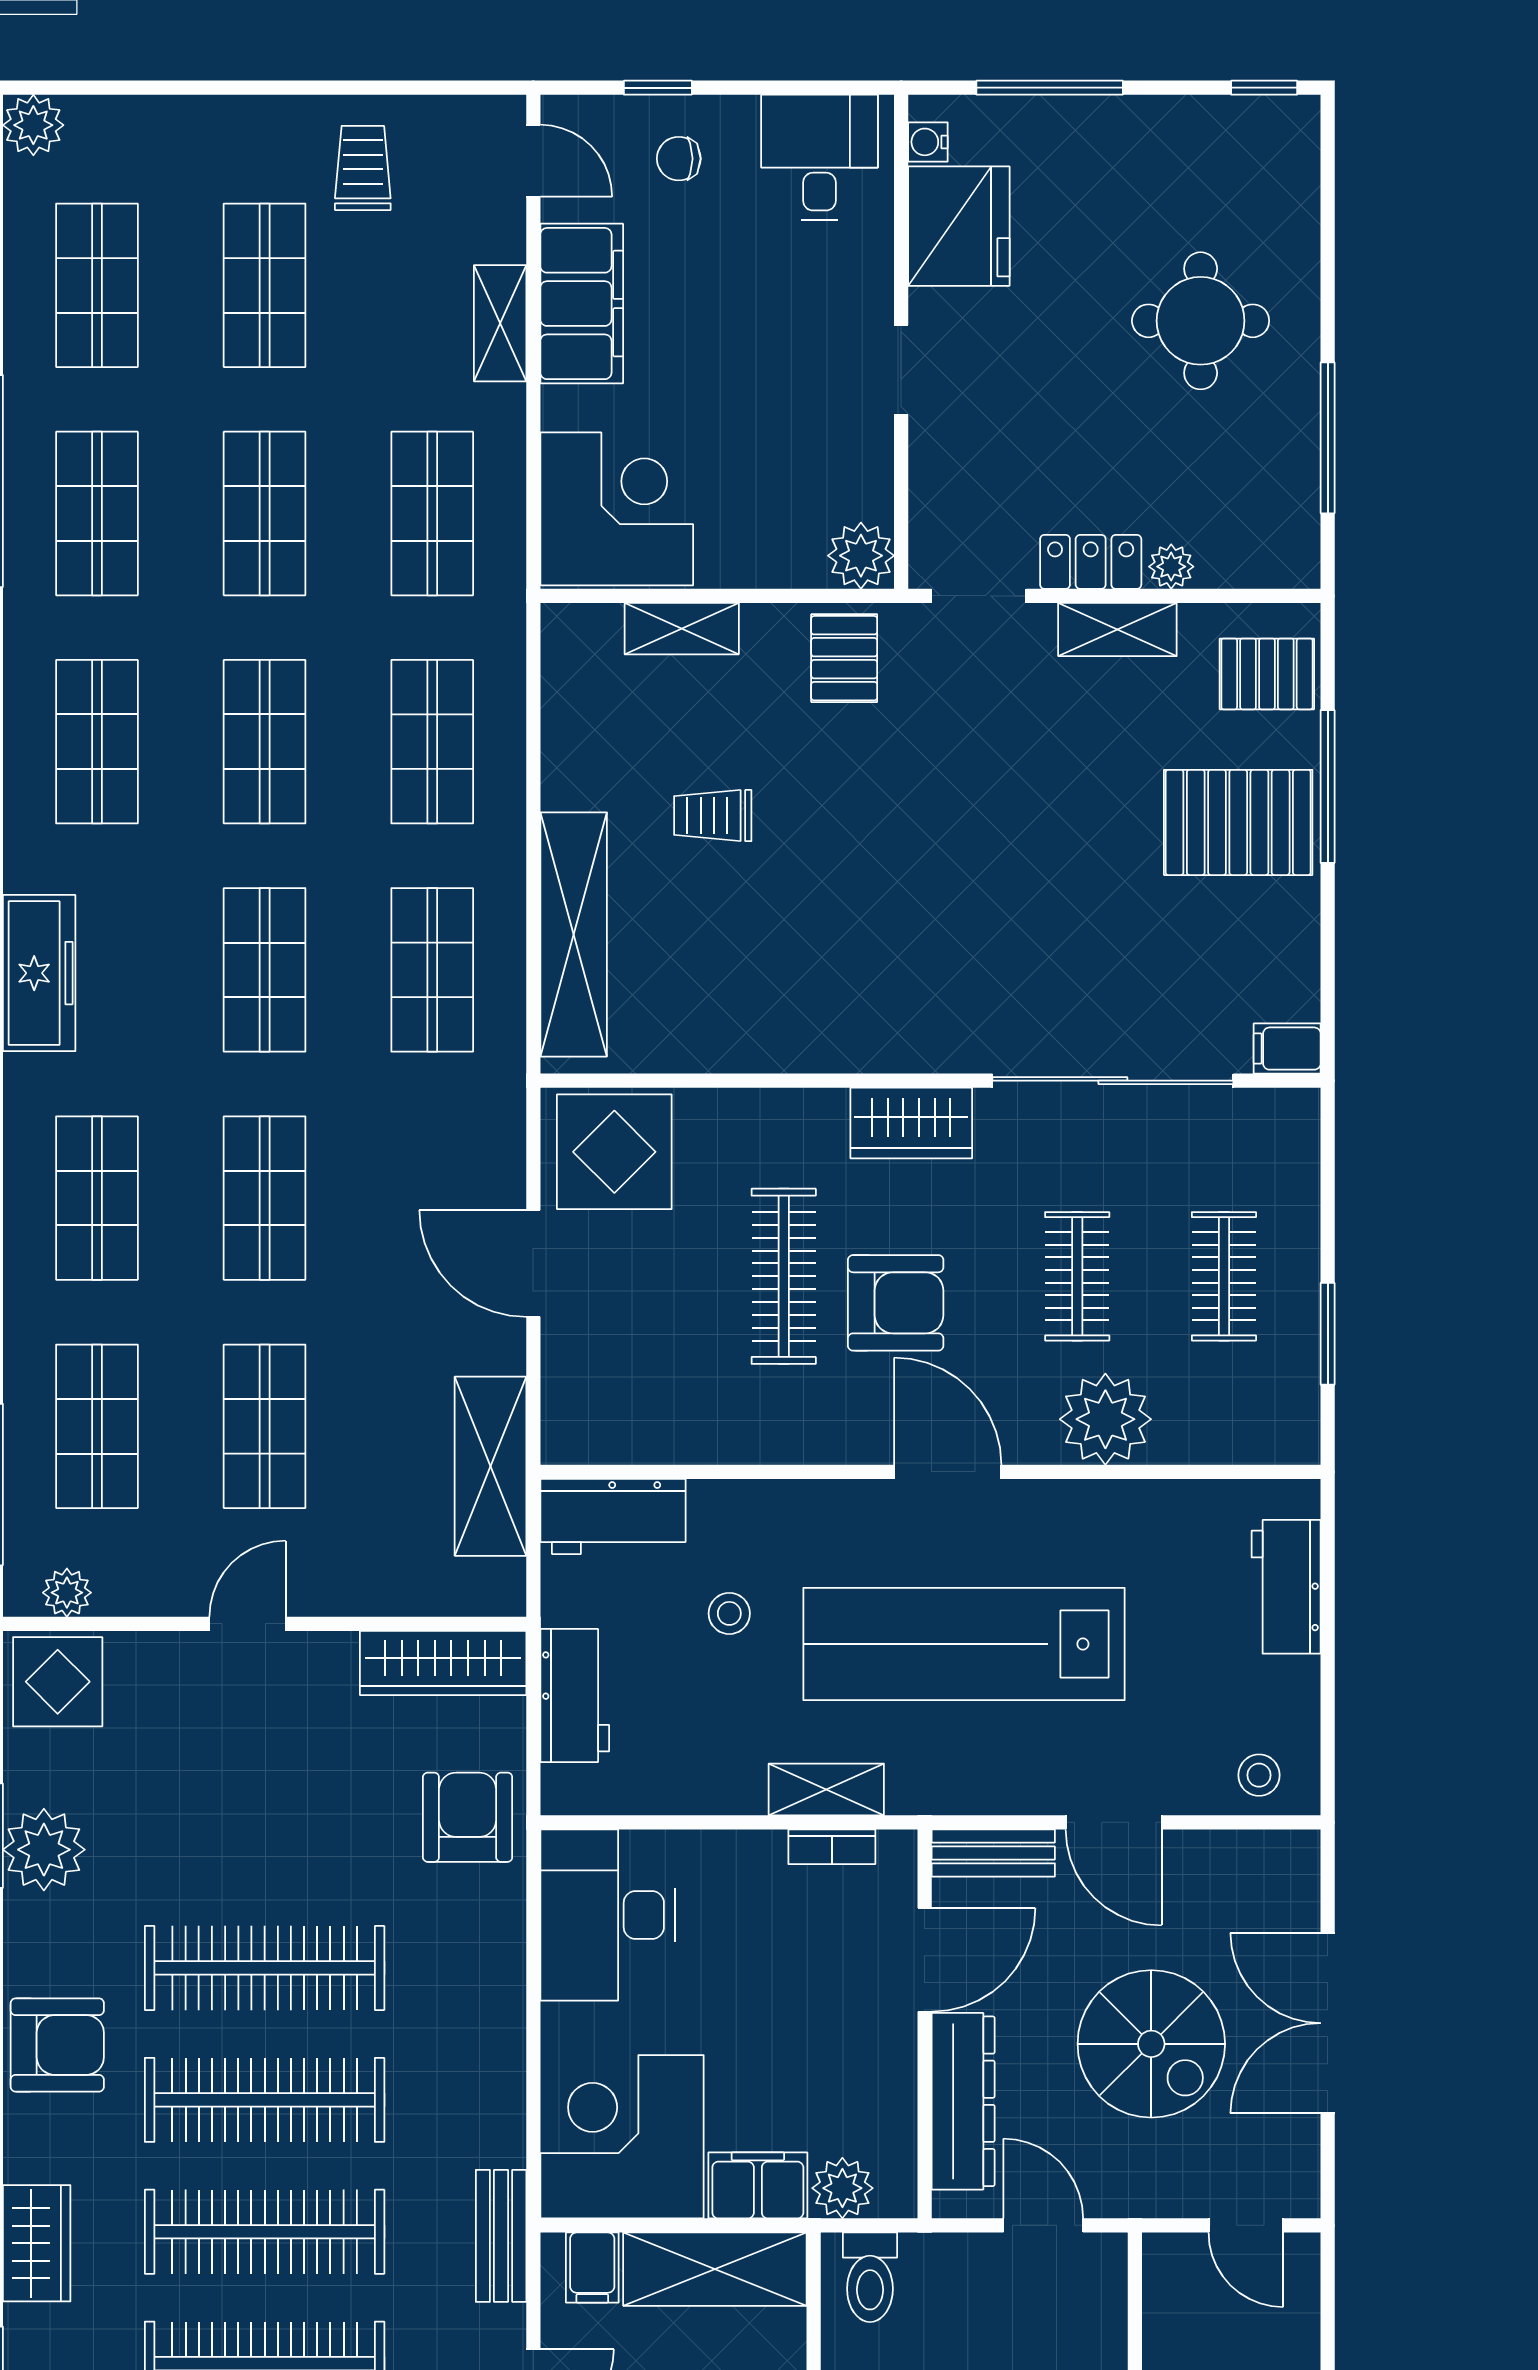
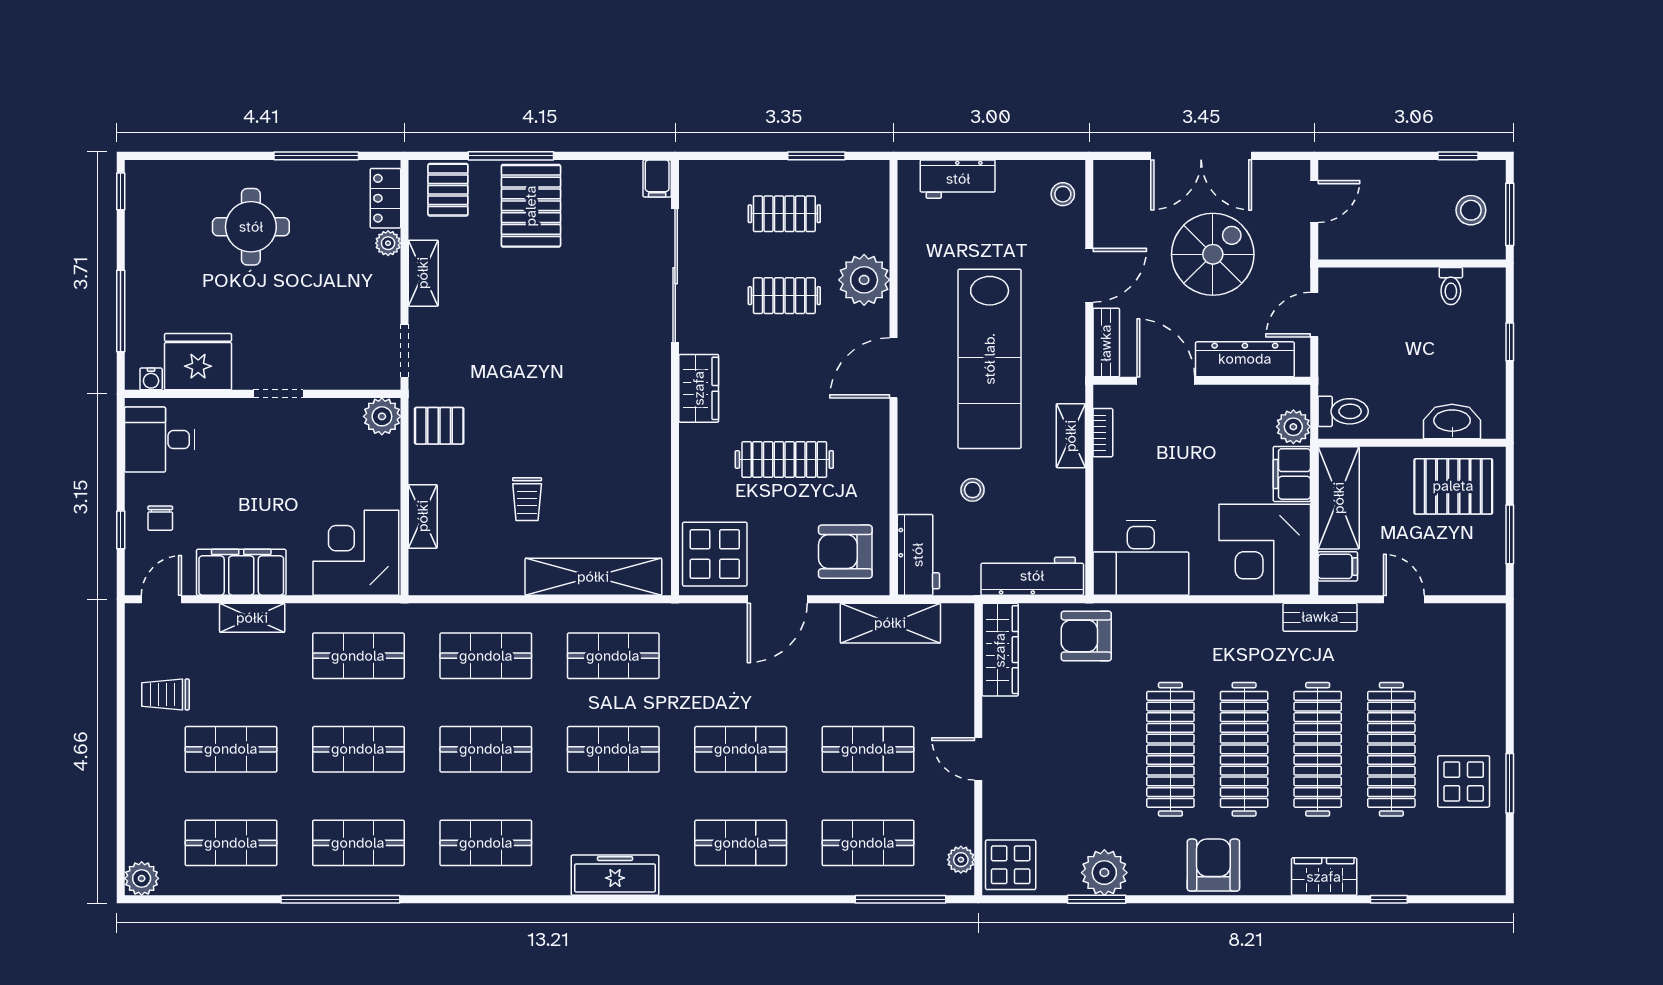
locker: (1091, 562) -> (385, 198), moved
armchair: (896, 1303) -> (845, 552), moved, turned -90
workbench: (575, 1696) -> (1032, 576), width x1.38

